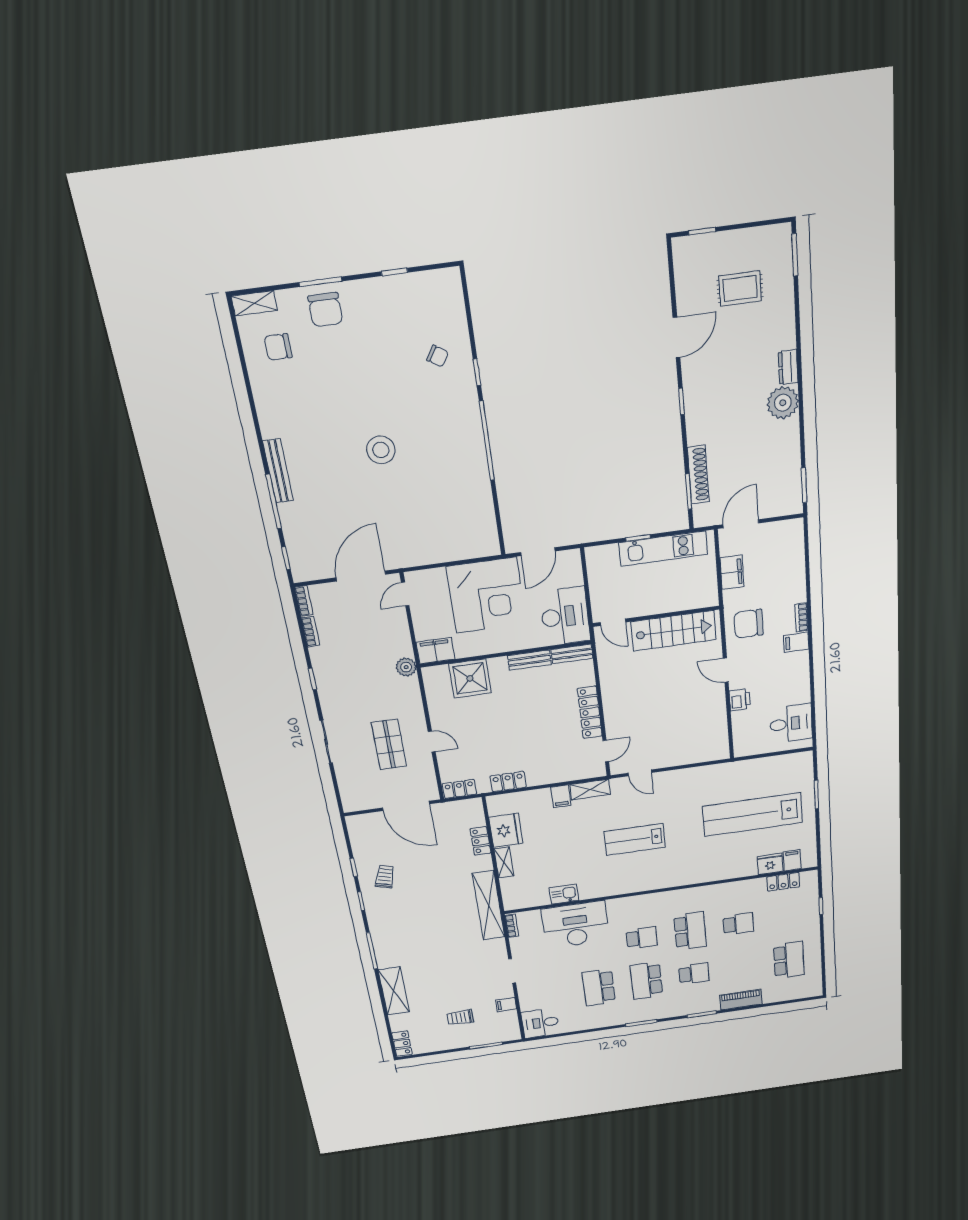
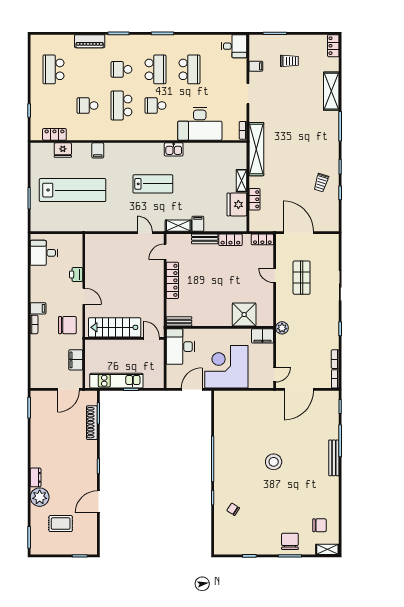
plant: (783, 403) -> (40, 497), moved
bench: (529, 660) -> (205, 239), moved
filing cabinet: (792, 860) -> (98, 150), moved
kitchen sink: (564, 894) -> (174, 149), moved

